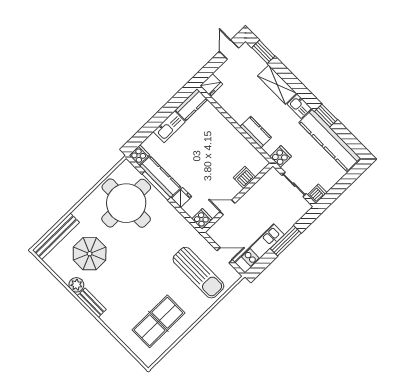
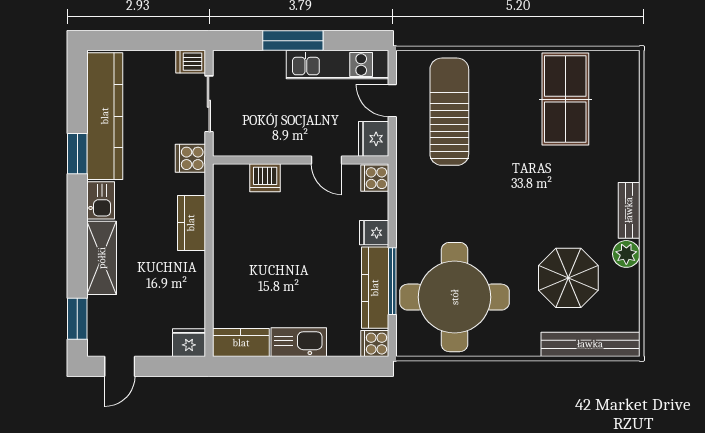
fridge: (217, 233) -> (374, 139), added
table tennis table: (158, 321) -> (565, 99), turned 90

